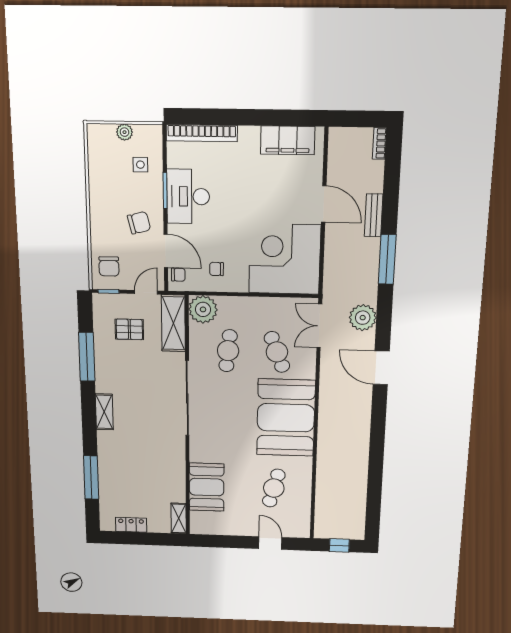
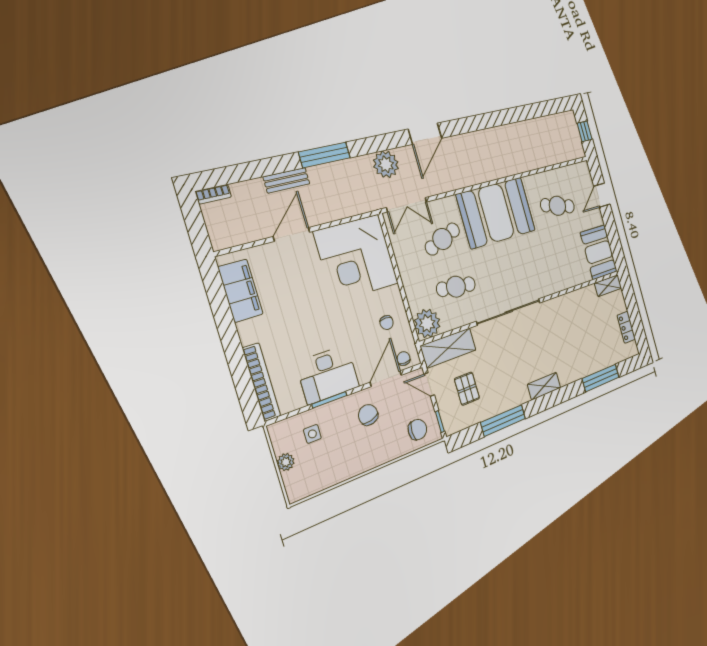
booth: (207, 487) -> (599, 252), moved, turned 90

